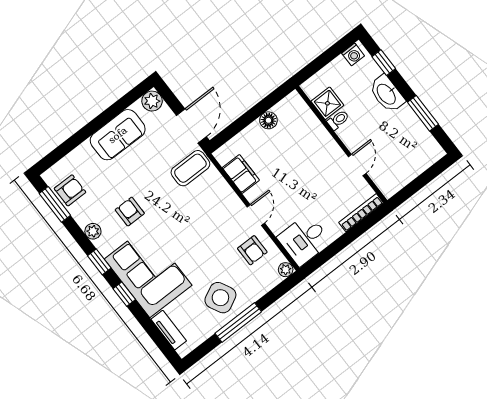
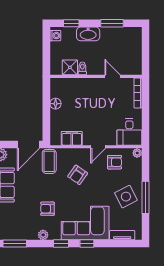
door: (191, 126) -> (28, 145), swing flipped
armchair: (70, 190) -> (78, 175), moved, turned -145
door: (256, 215) -> (98, 147), swing flipped

